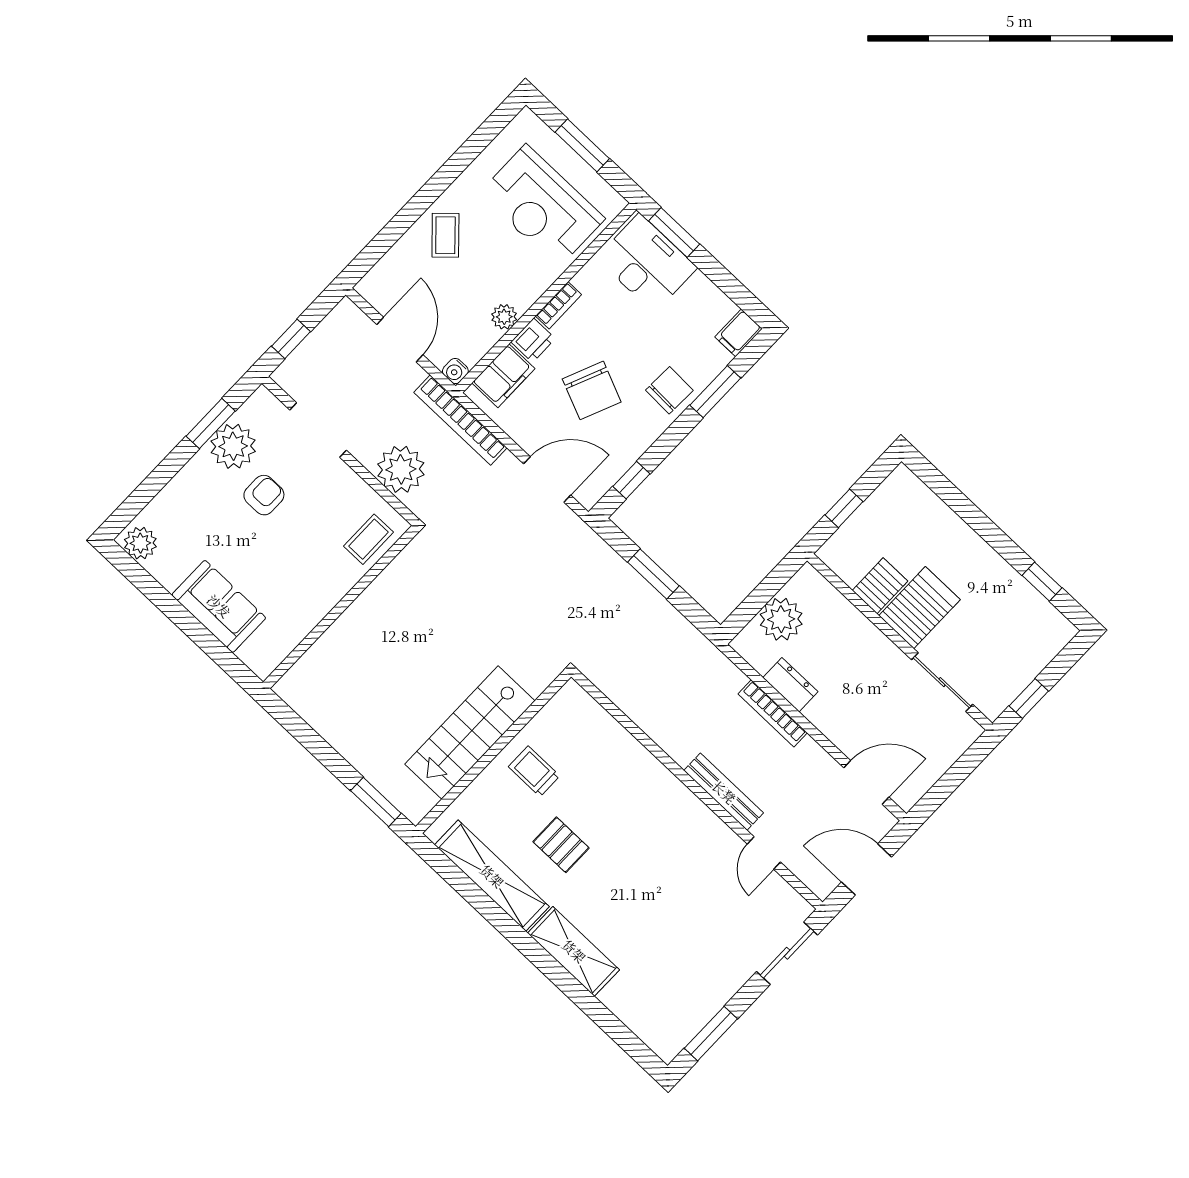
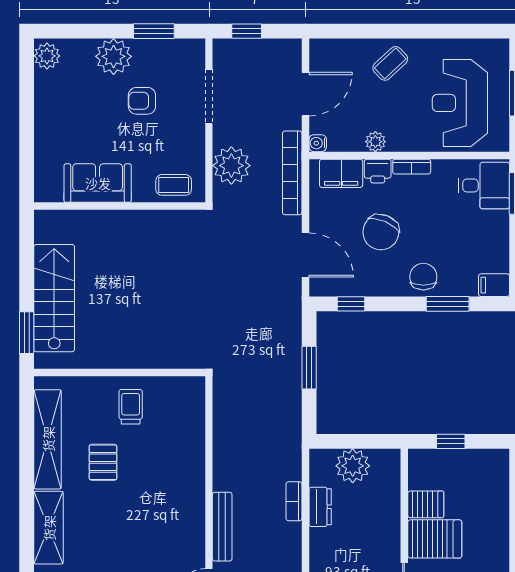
desk: (647, 263) -> (484, 185), width x0.73
chair: (669, 390) -> (423, 277), turned -92
plant: (233, 446) -> (114, 56), moved
armchair: (264, 495) -> (142, 101), turned 180
sofa: (219, 606) -> (98, 183), moved, turned -90
bookcase: (773, 713) -> (294, 501), width x0.64
stairs: (470, 732) -> (54, 298), moved, turned 90

